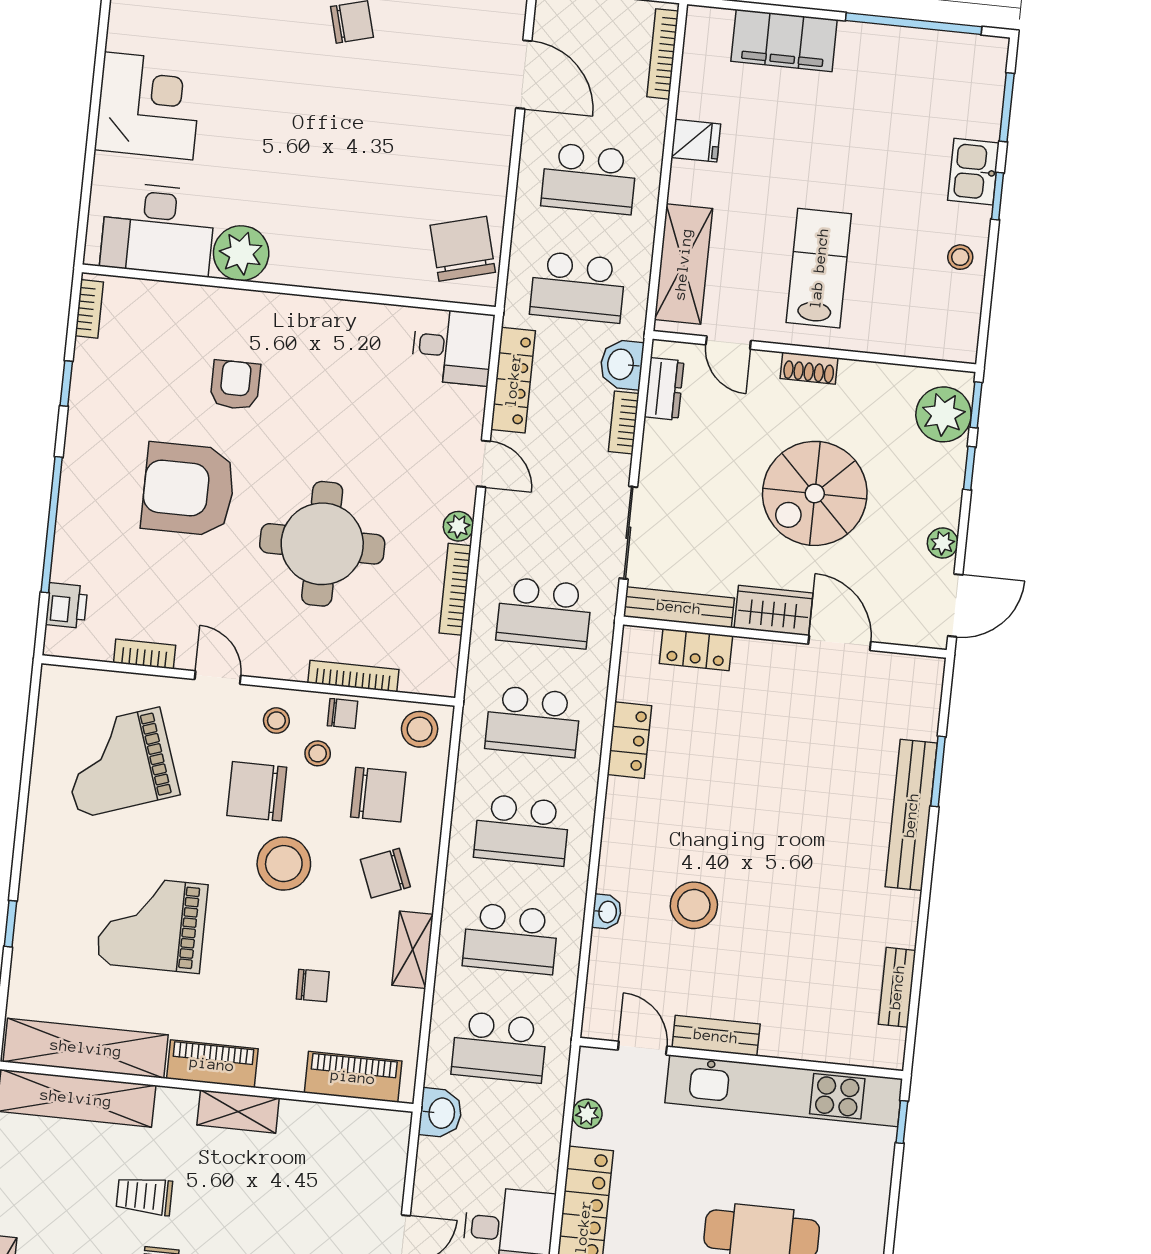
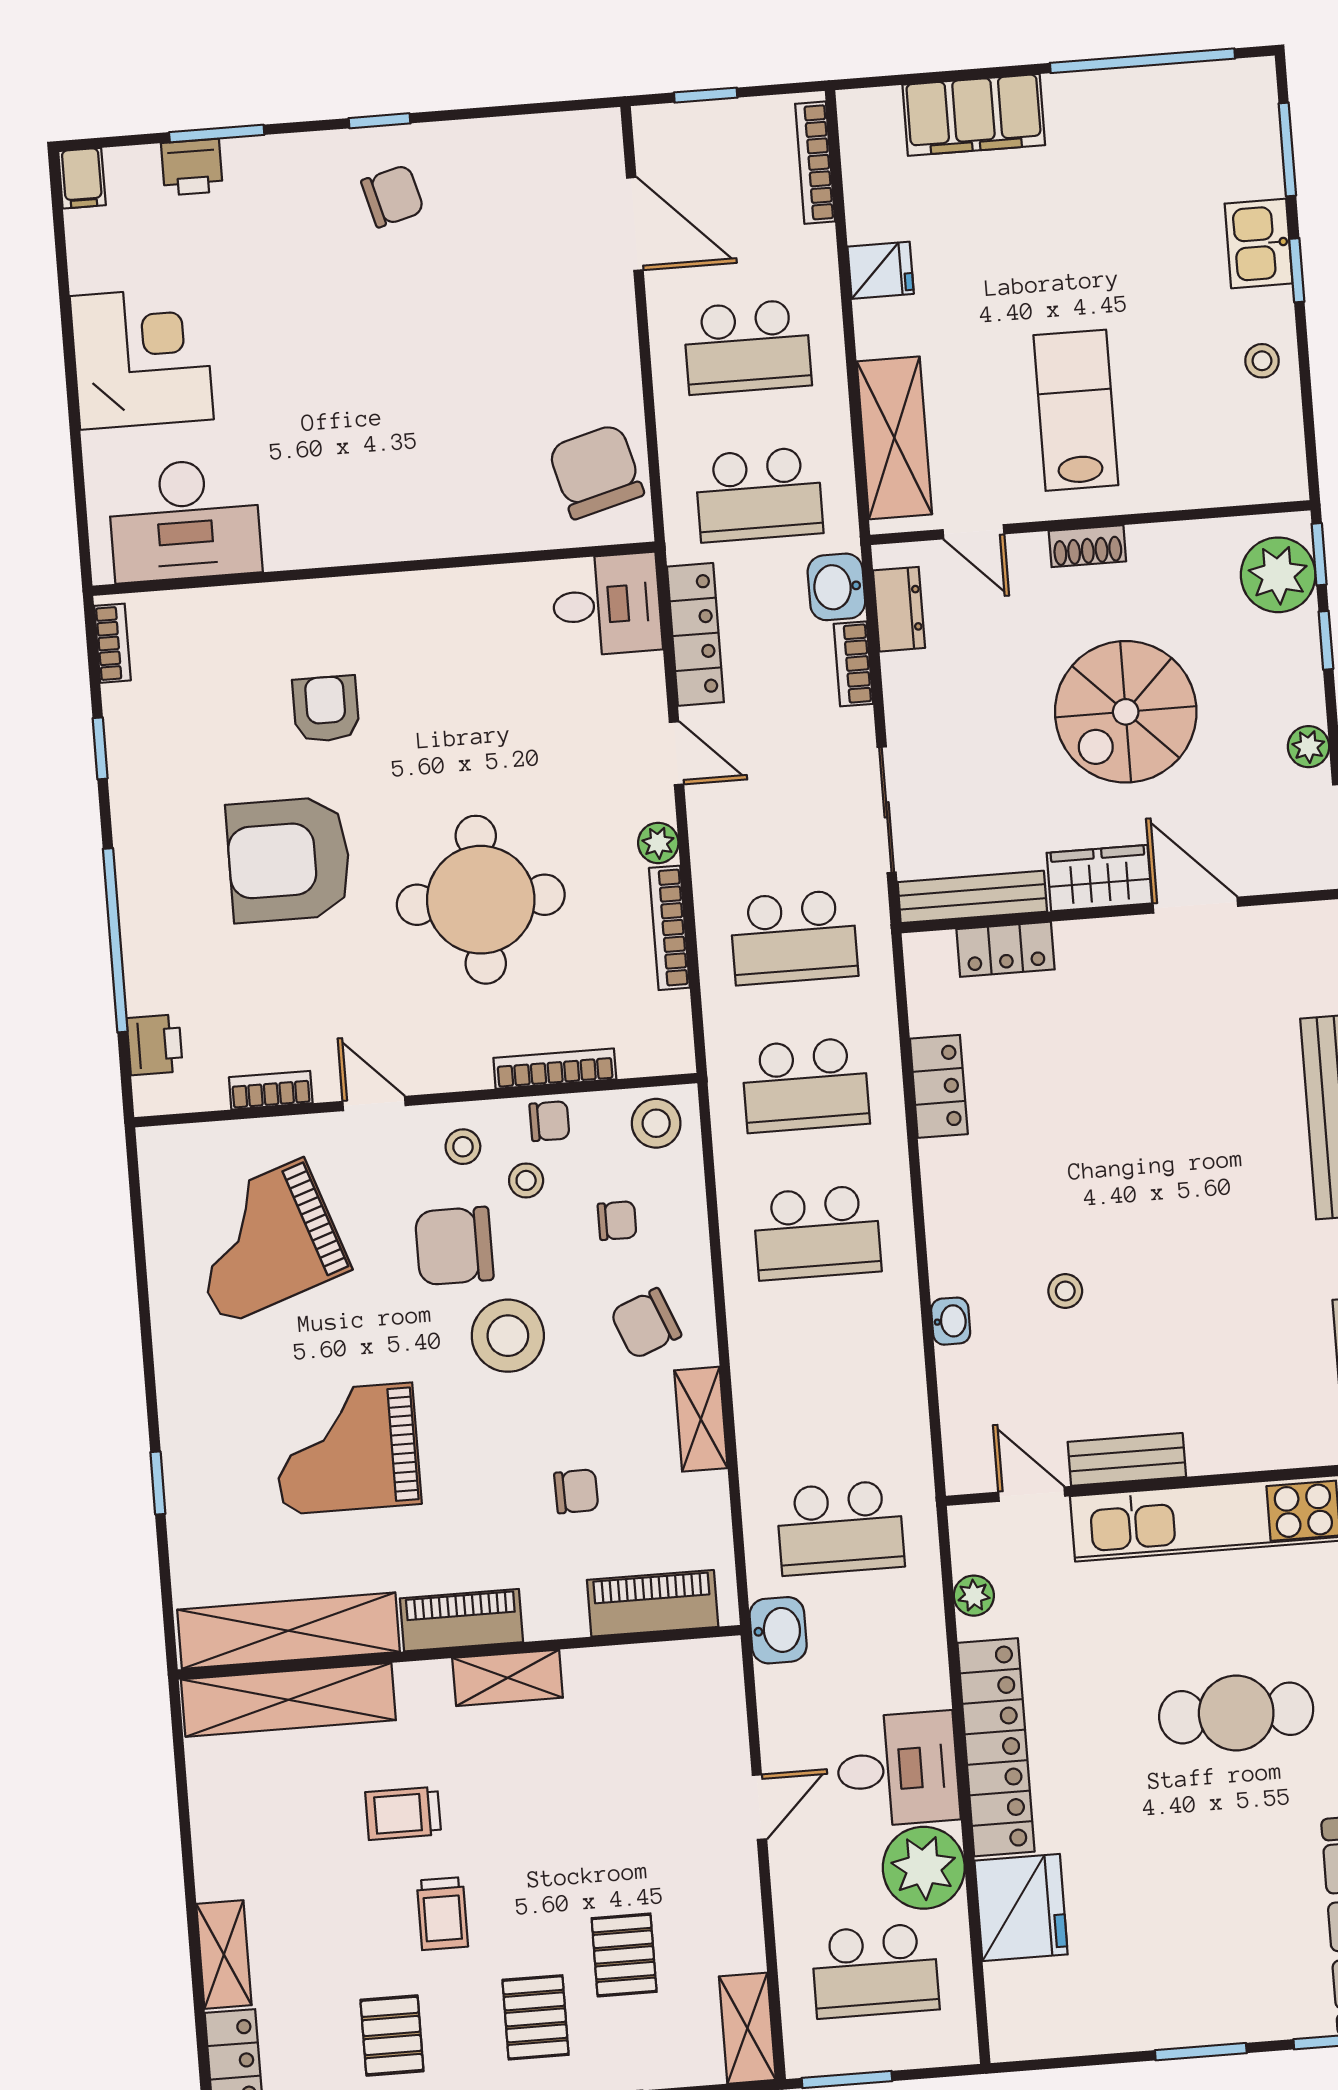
plant: (241, 253) -> (301, 532), removed
chair: (378, 795) -> (617, 1221), width x0.54, depth x0.54
stool: (694, 905) -> (1065, 1291), width x0.53, depth x0.53
school desk: (510, 939) -> (829, 1380), removed

